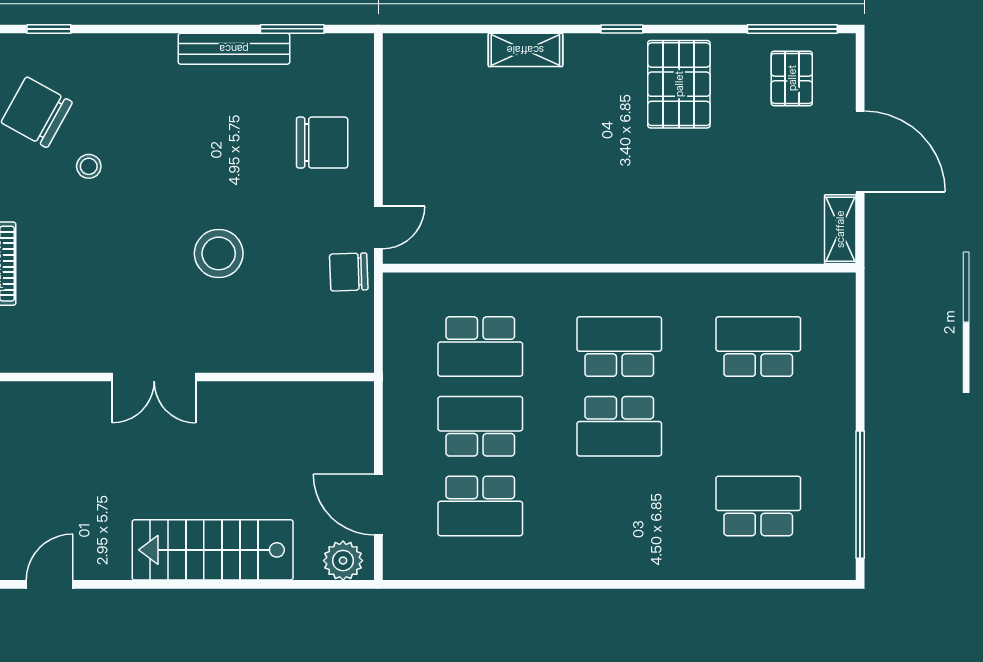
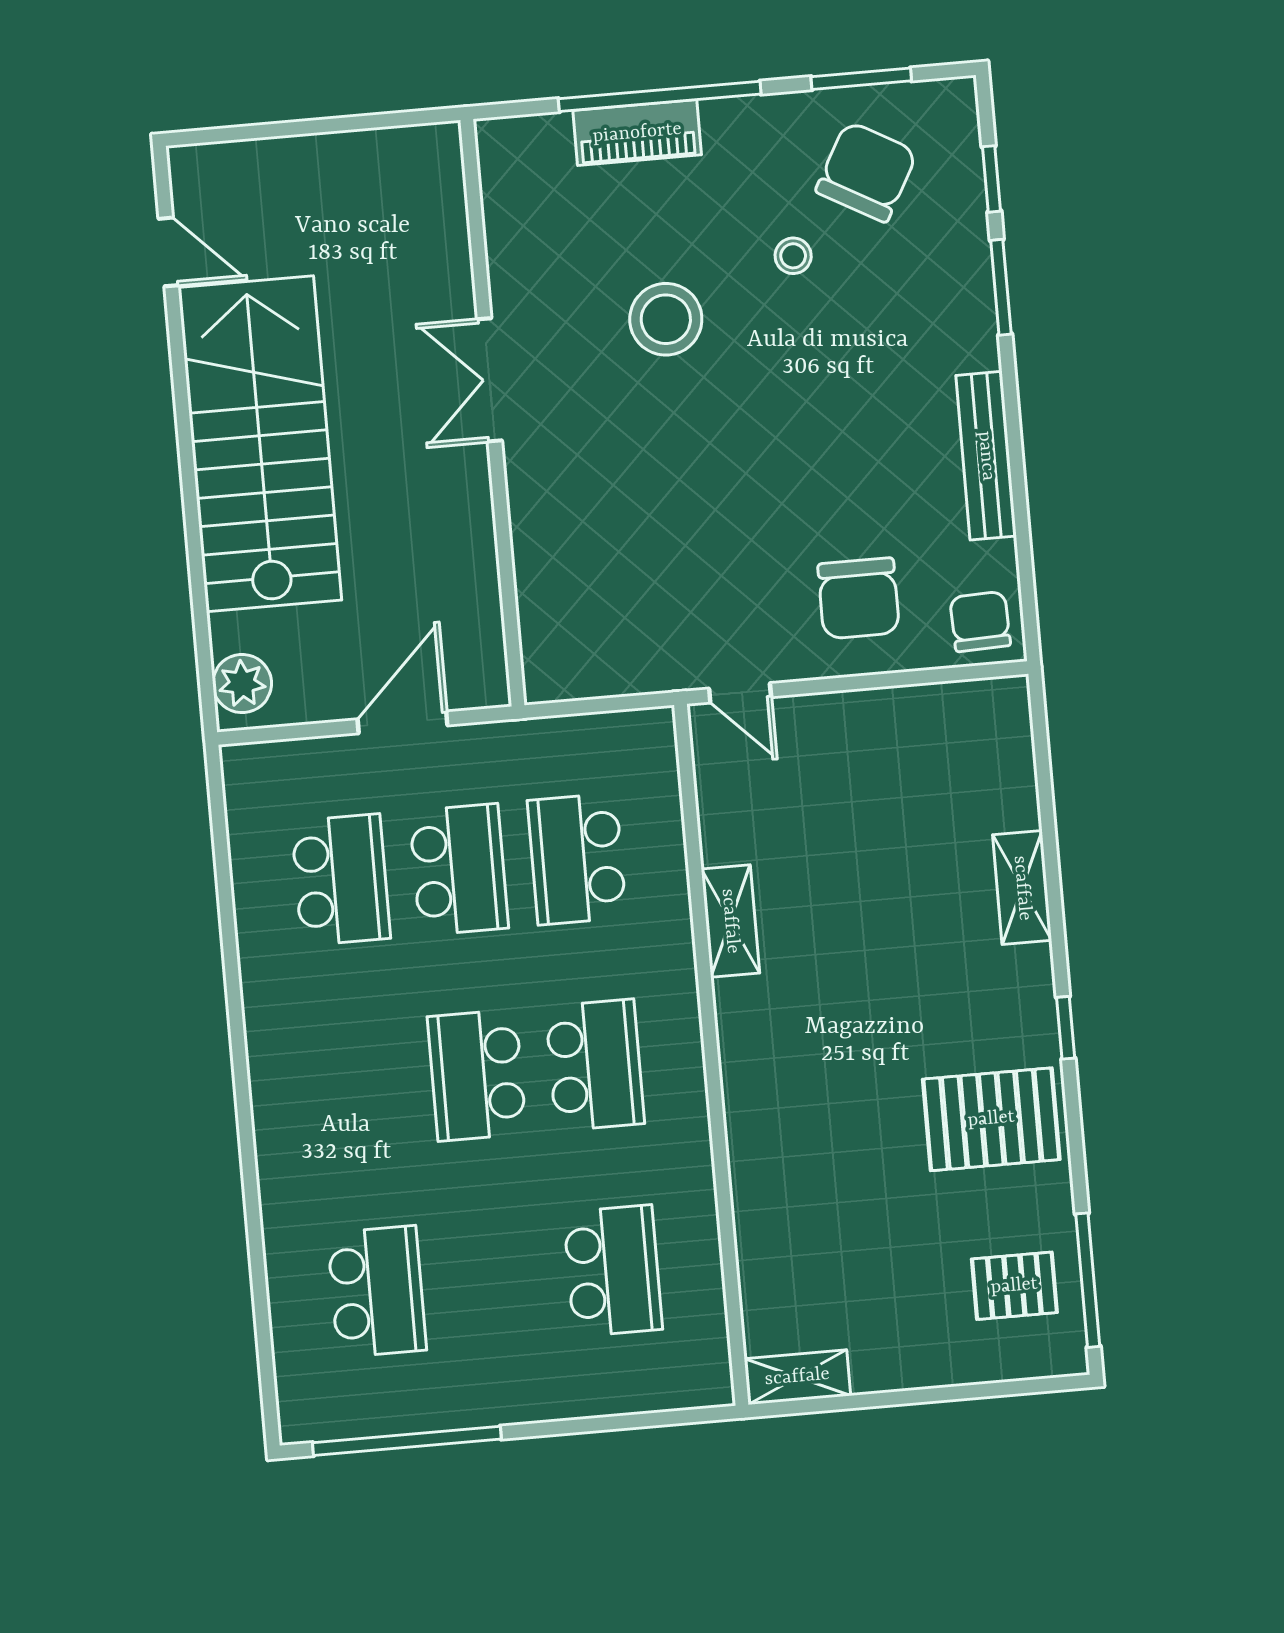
window: (292, 29) -> (1001, 287), moved
door: (860, 151) -> (915, 1396), removed
shelving: (531, 247) -> (730, 921), added
stool: (219, 253) -> (666, 319), moved
chair: (349, 272) -> (980, 621), moved
door: (378, 505) -> (402, 722), moved
school desk: (480, 506) -> (341, 880), turned 180
stairs: (213, 550) -> (260, 444), width x1.36, depth x1.51

